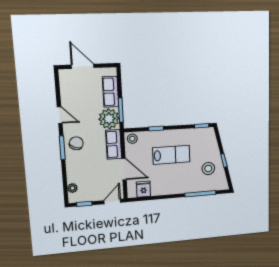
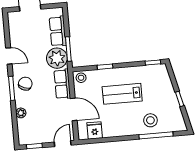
lab bench: (171, 155) -> (122, 94), turned 180
stool: (208, 169) -> (150, 120), moved
plant: (72, 188) -> (21, 113), moved

